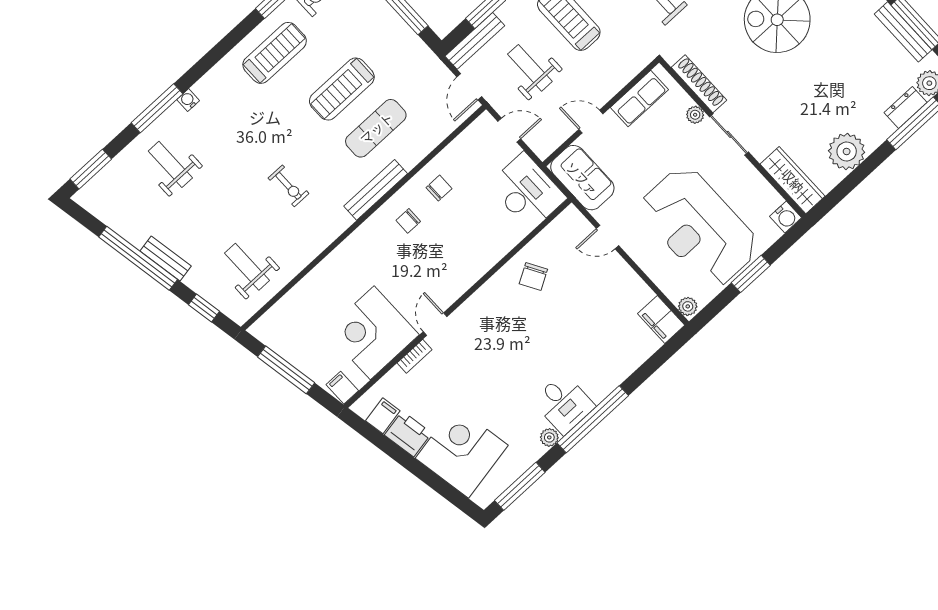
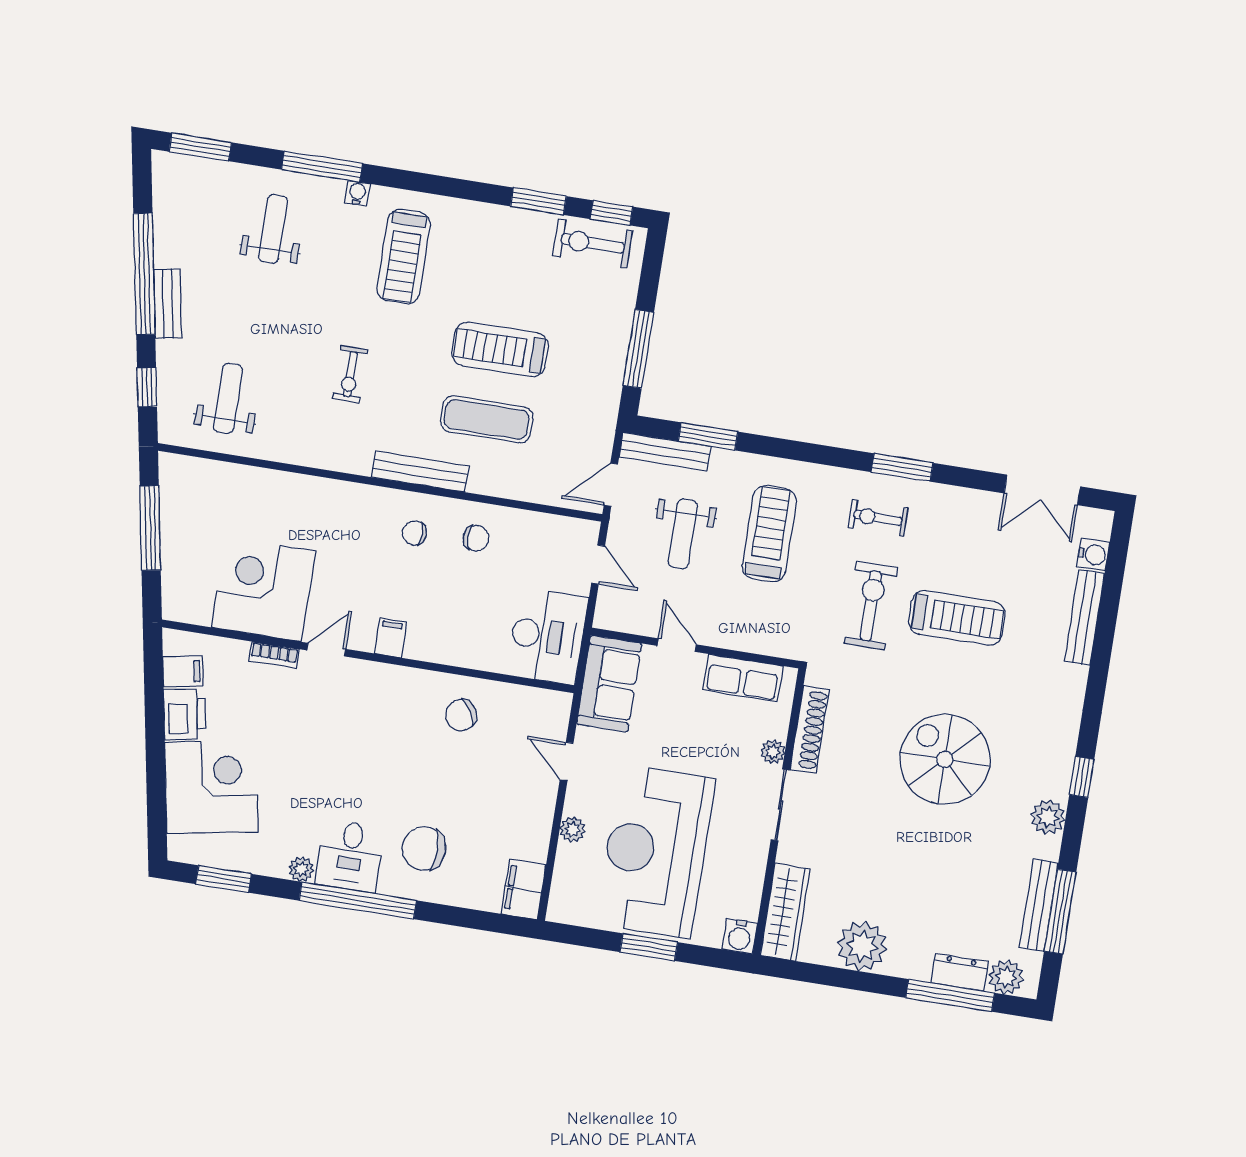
treadmill: (275, 53) -> (404, 257), moved, turned 90
weight bench: (530, 68) -> (683, 534), turned 180
plant: (688, 306) -> (573, 829), moved
chair: (593, 358) -> (424, 848), added
filing cabinet: (342, 388) -> (390, 638), moved
window: (520, 486) -> (223, 879), width x0.69

